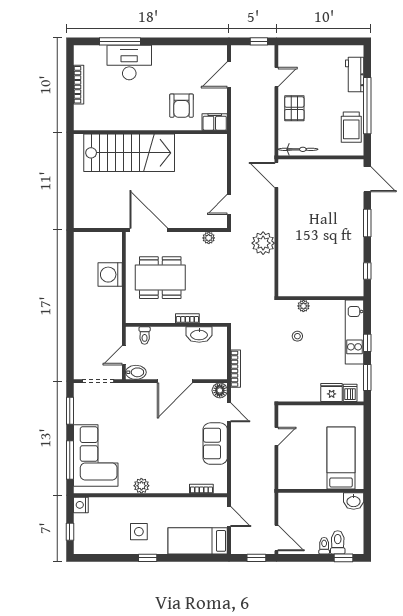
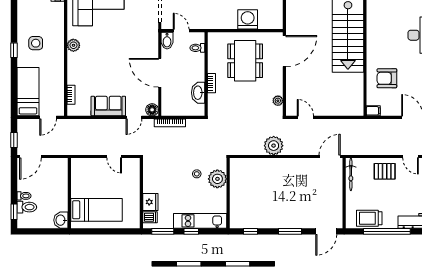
filing cabinet: (215, 122) -> (373, 111), width x0.50
plant: (303, 306) -> (217, 179), width x1.87, depth x1.87

